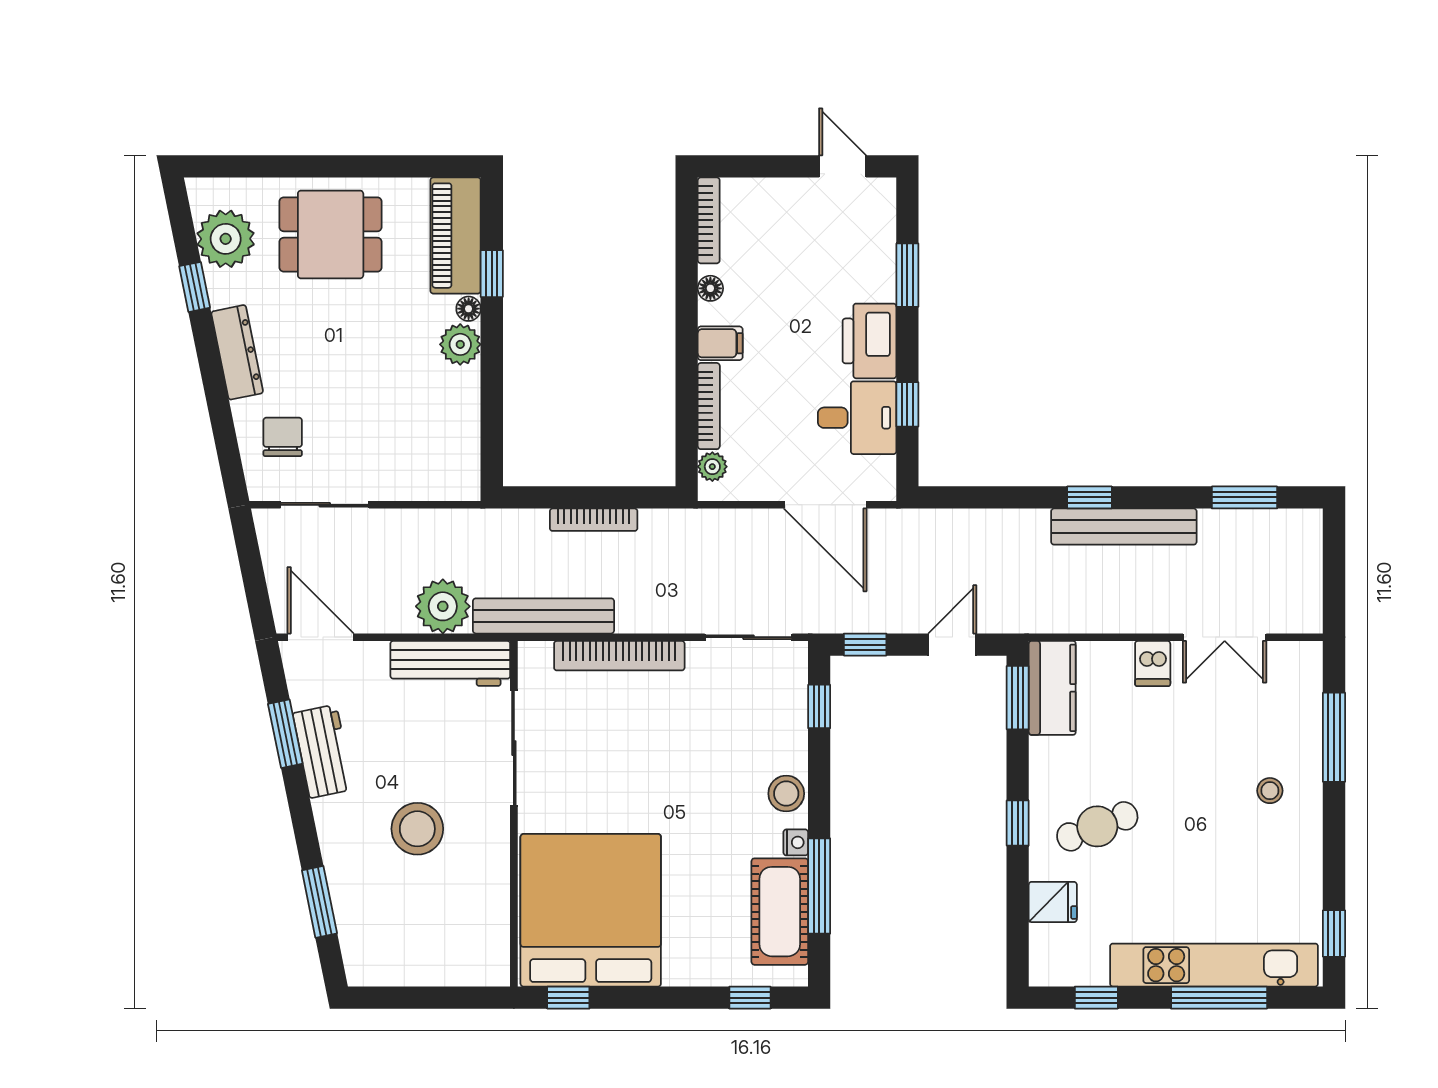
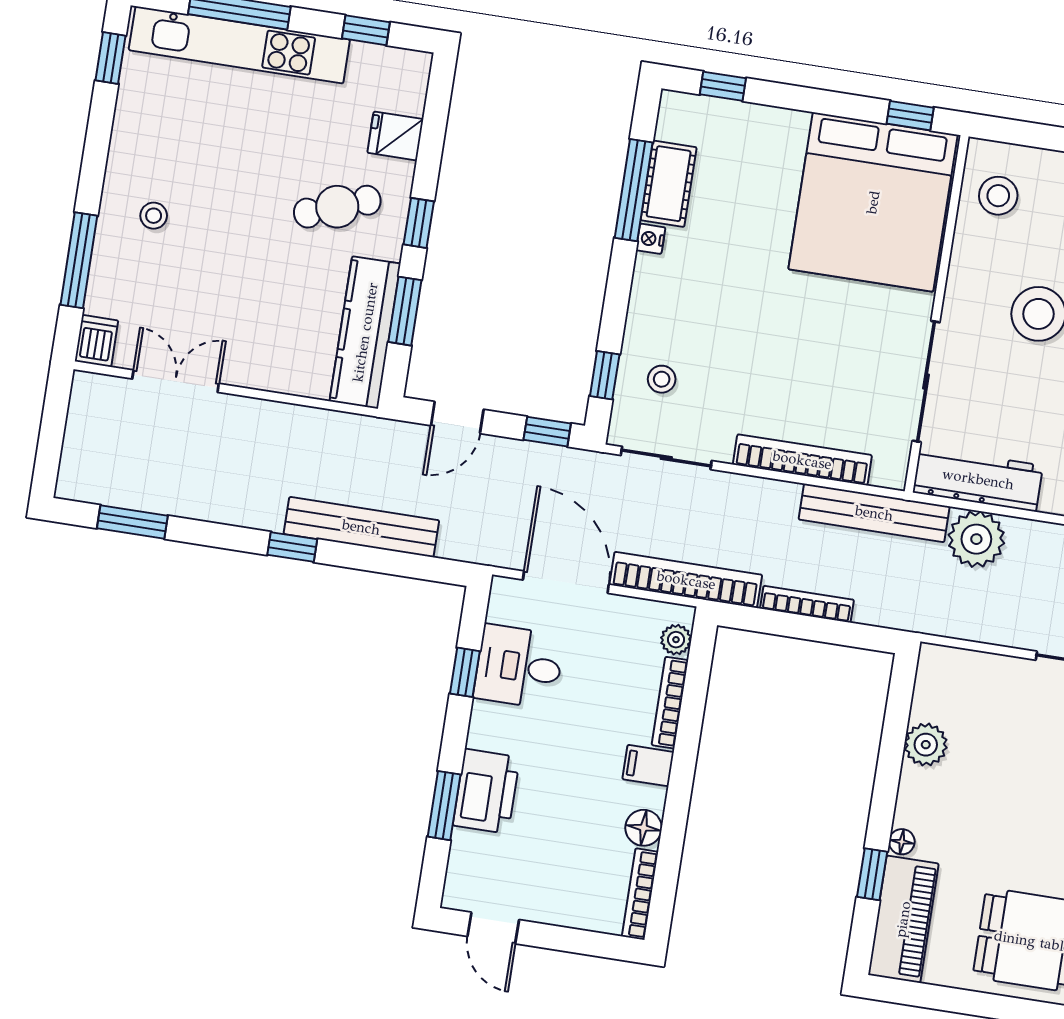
floor lamp: (710, 288) -> (644, 828), width x1.37, depth x1.37
printer: (869, 341) -> (486, 791), moved
plant: (460, 344) -> (926, 745), moved
bookcase: (712, 525) -> (686, 580), added
bench: (1124, 527) -> (361, 527), moved
dishwasher: (1153, 664) -> (96, 341), moved
kitchen counter: (1052, 688) -> (365, 332), width x1.50
window: (1018, 698) -> (405, 311), moved
stool: (786, 794) -> (662, 379), moved, width x0.73, depth x0.73
cot: (780, 912) -> (669, 184), width x0.73, depth x0.75
stool: (473, 935) -> (998, 196), added

